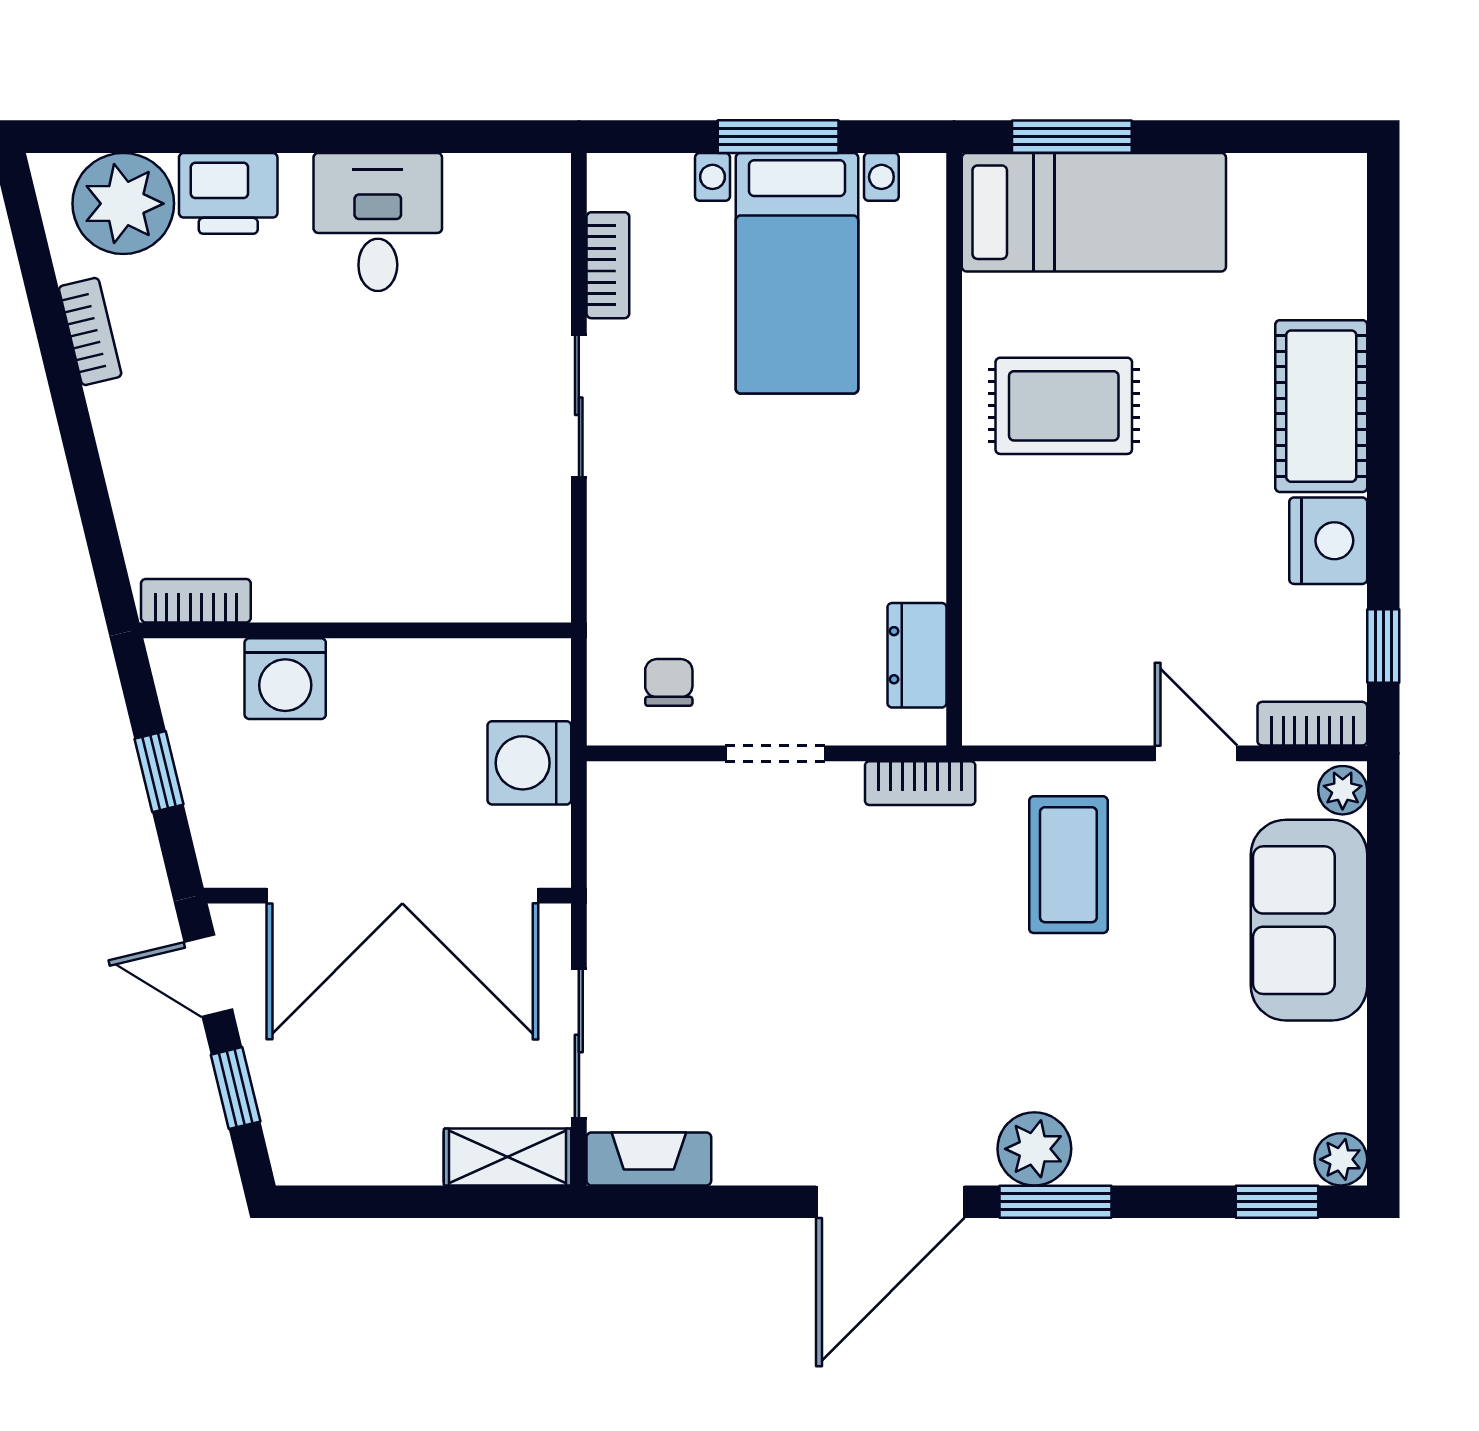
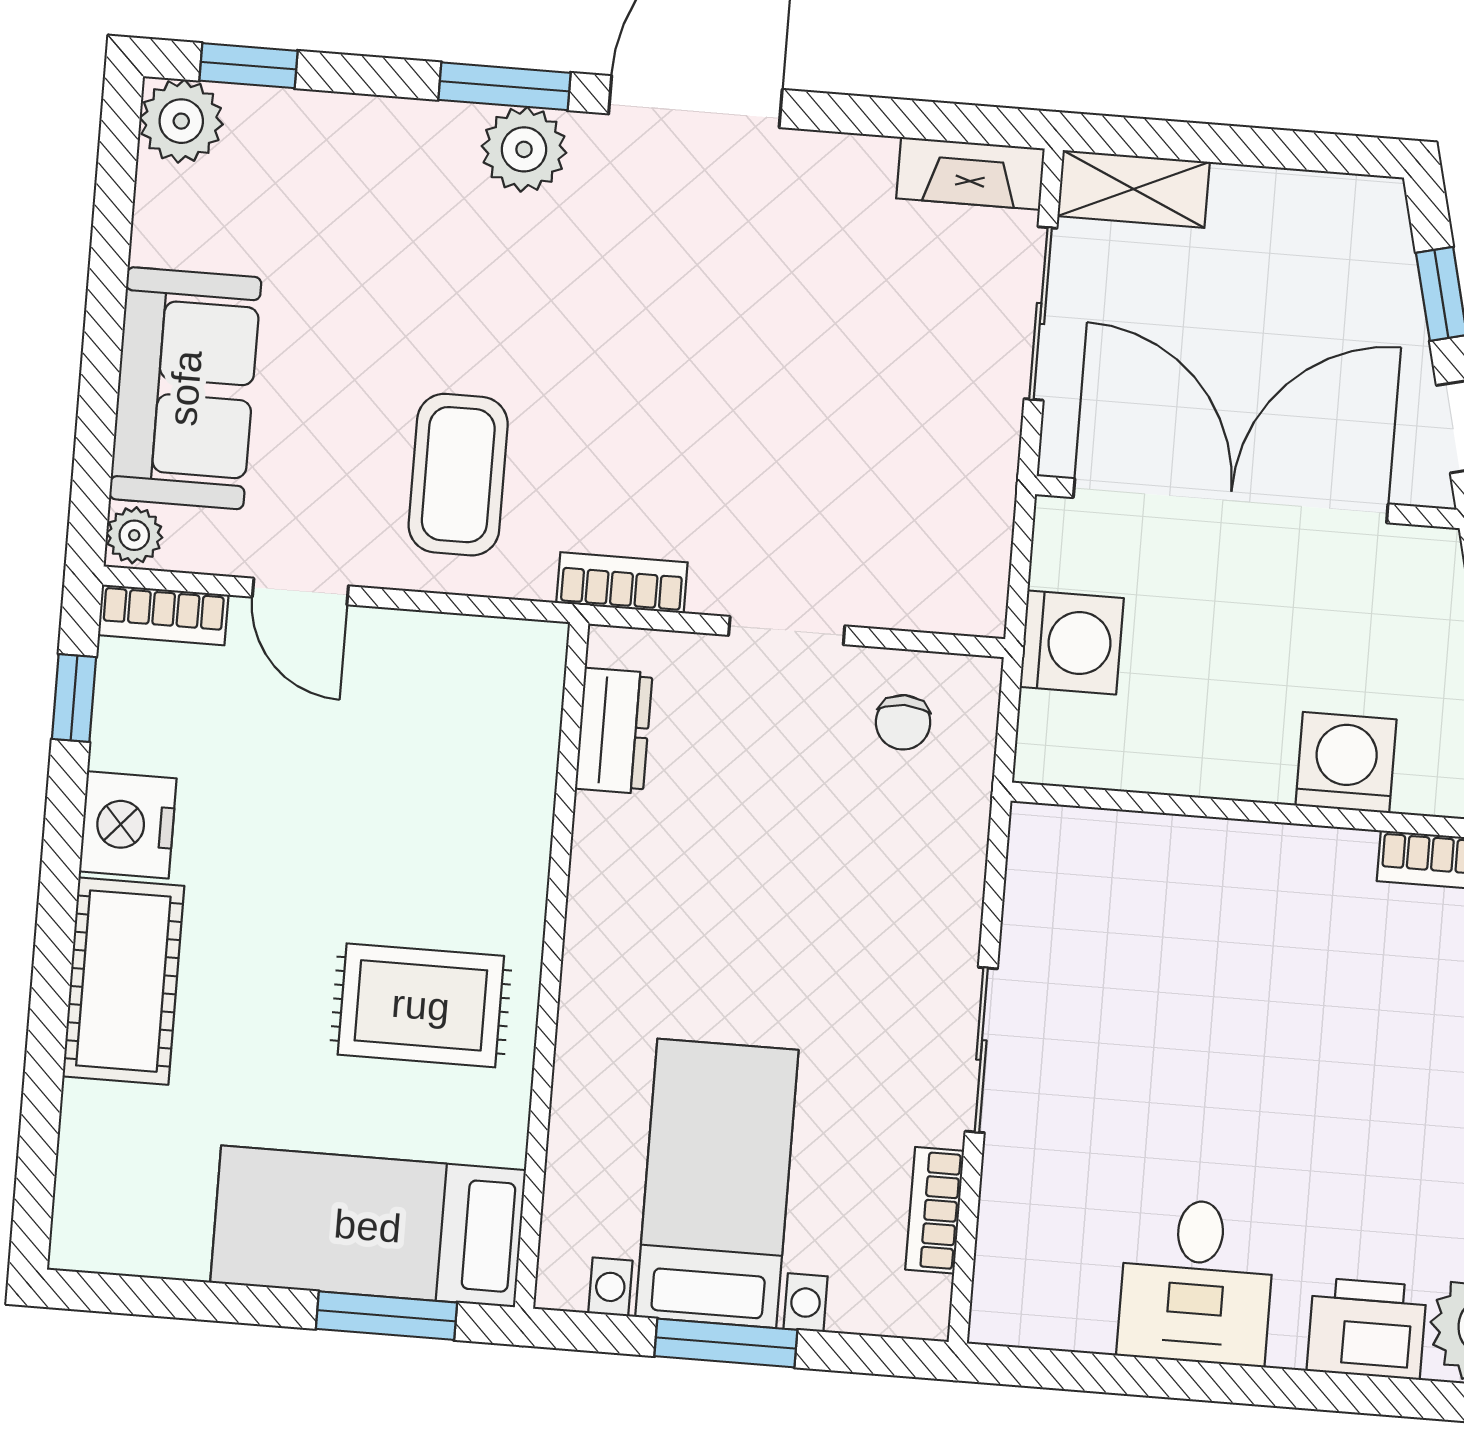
plant: (1341, 1159) -> (181, 121), width x1.38, depth x1.38

